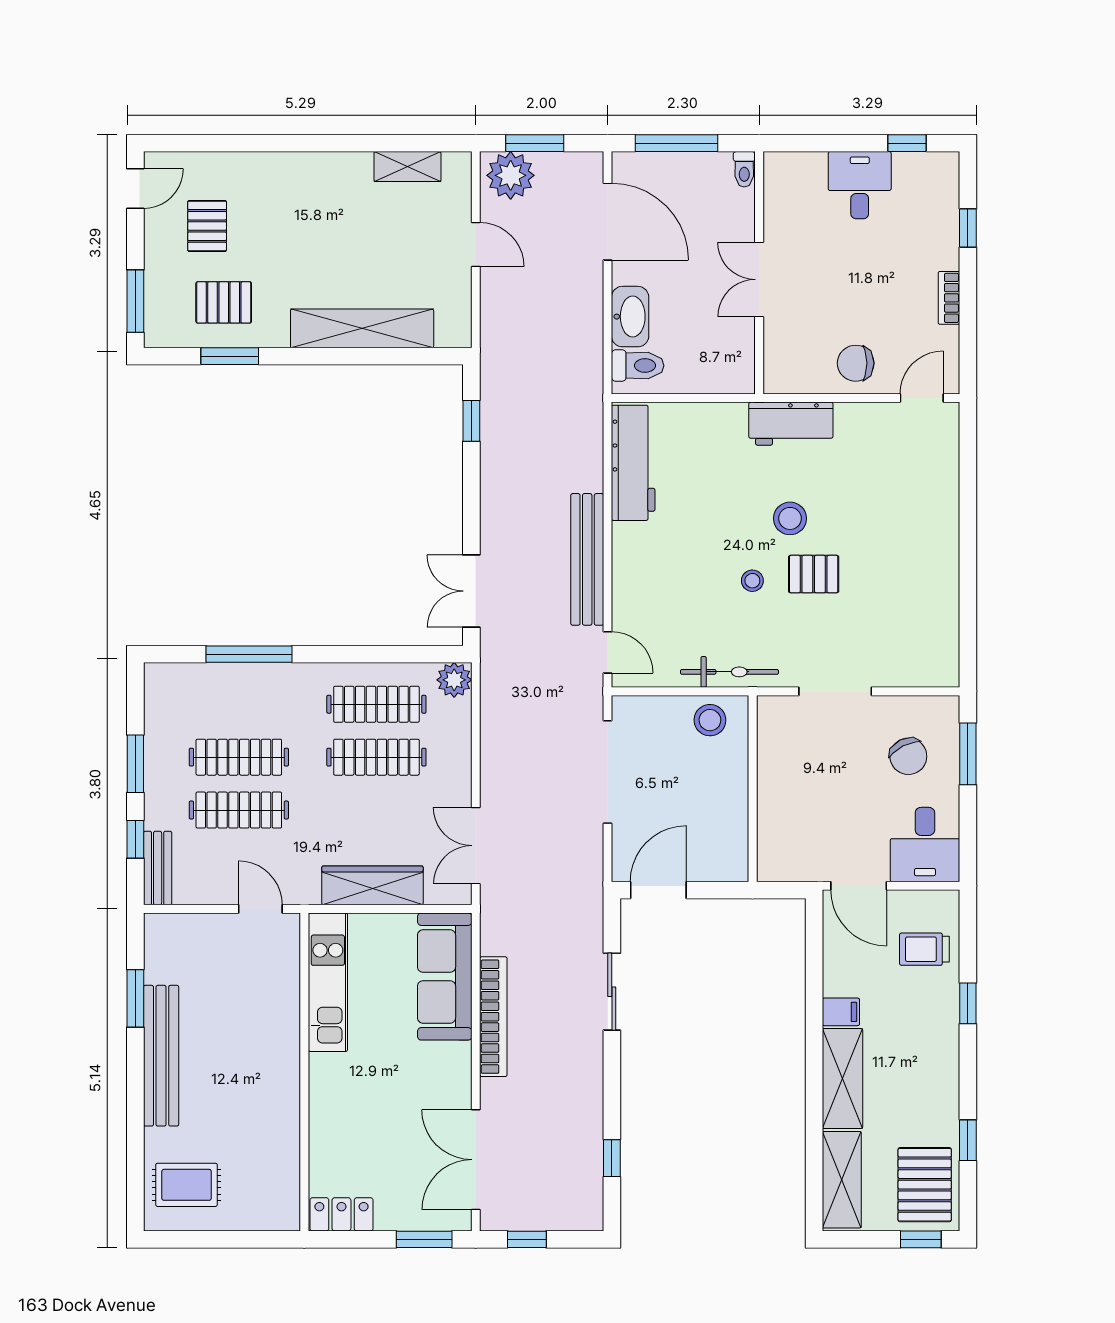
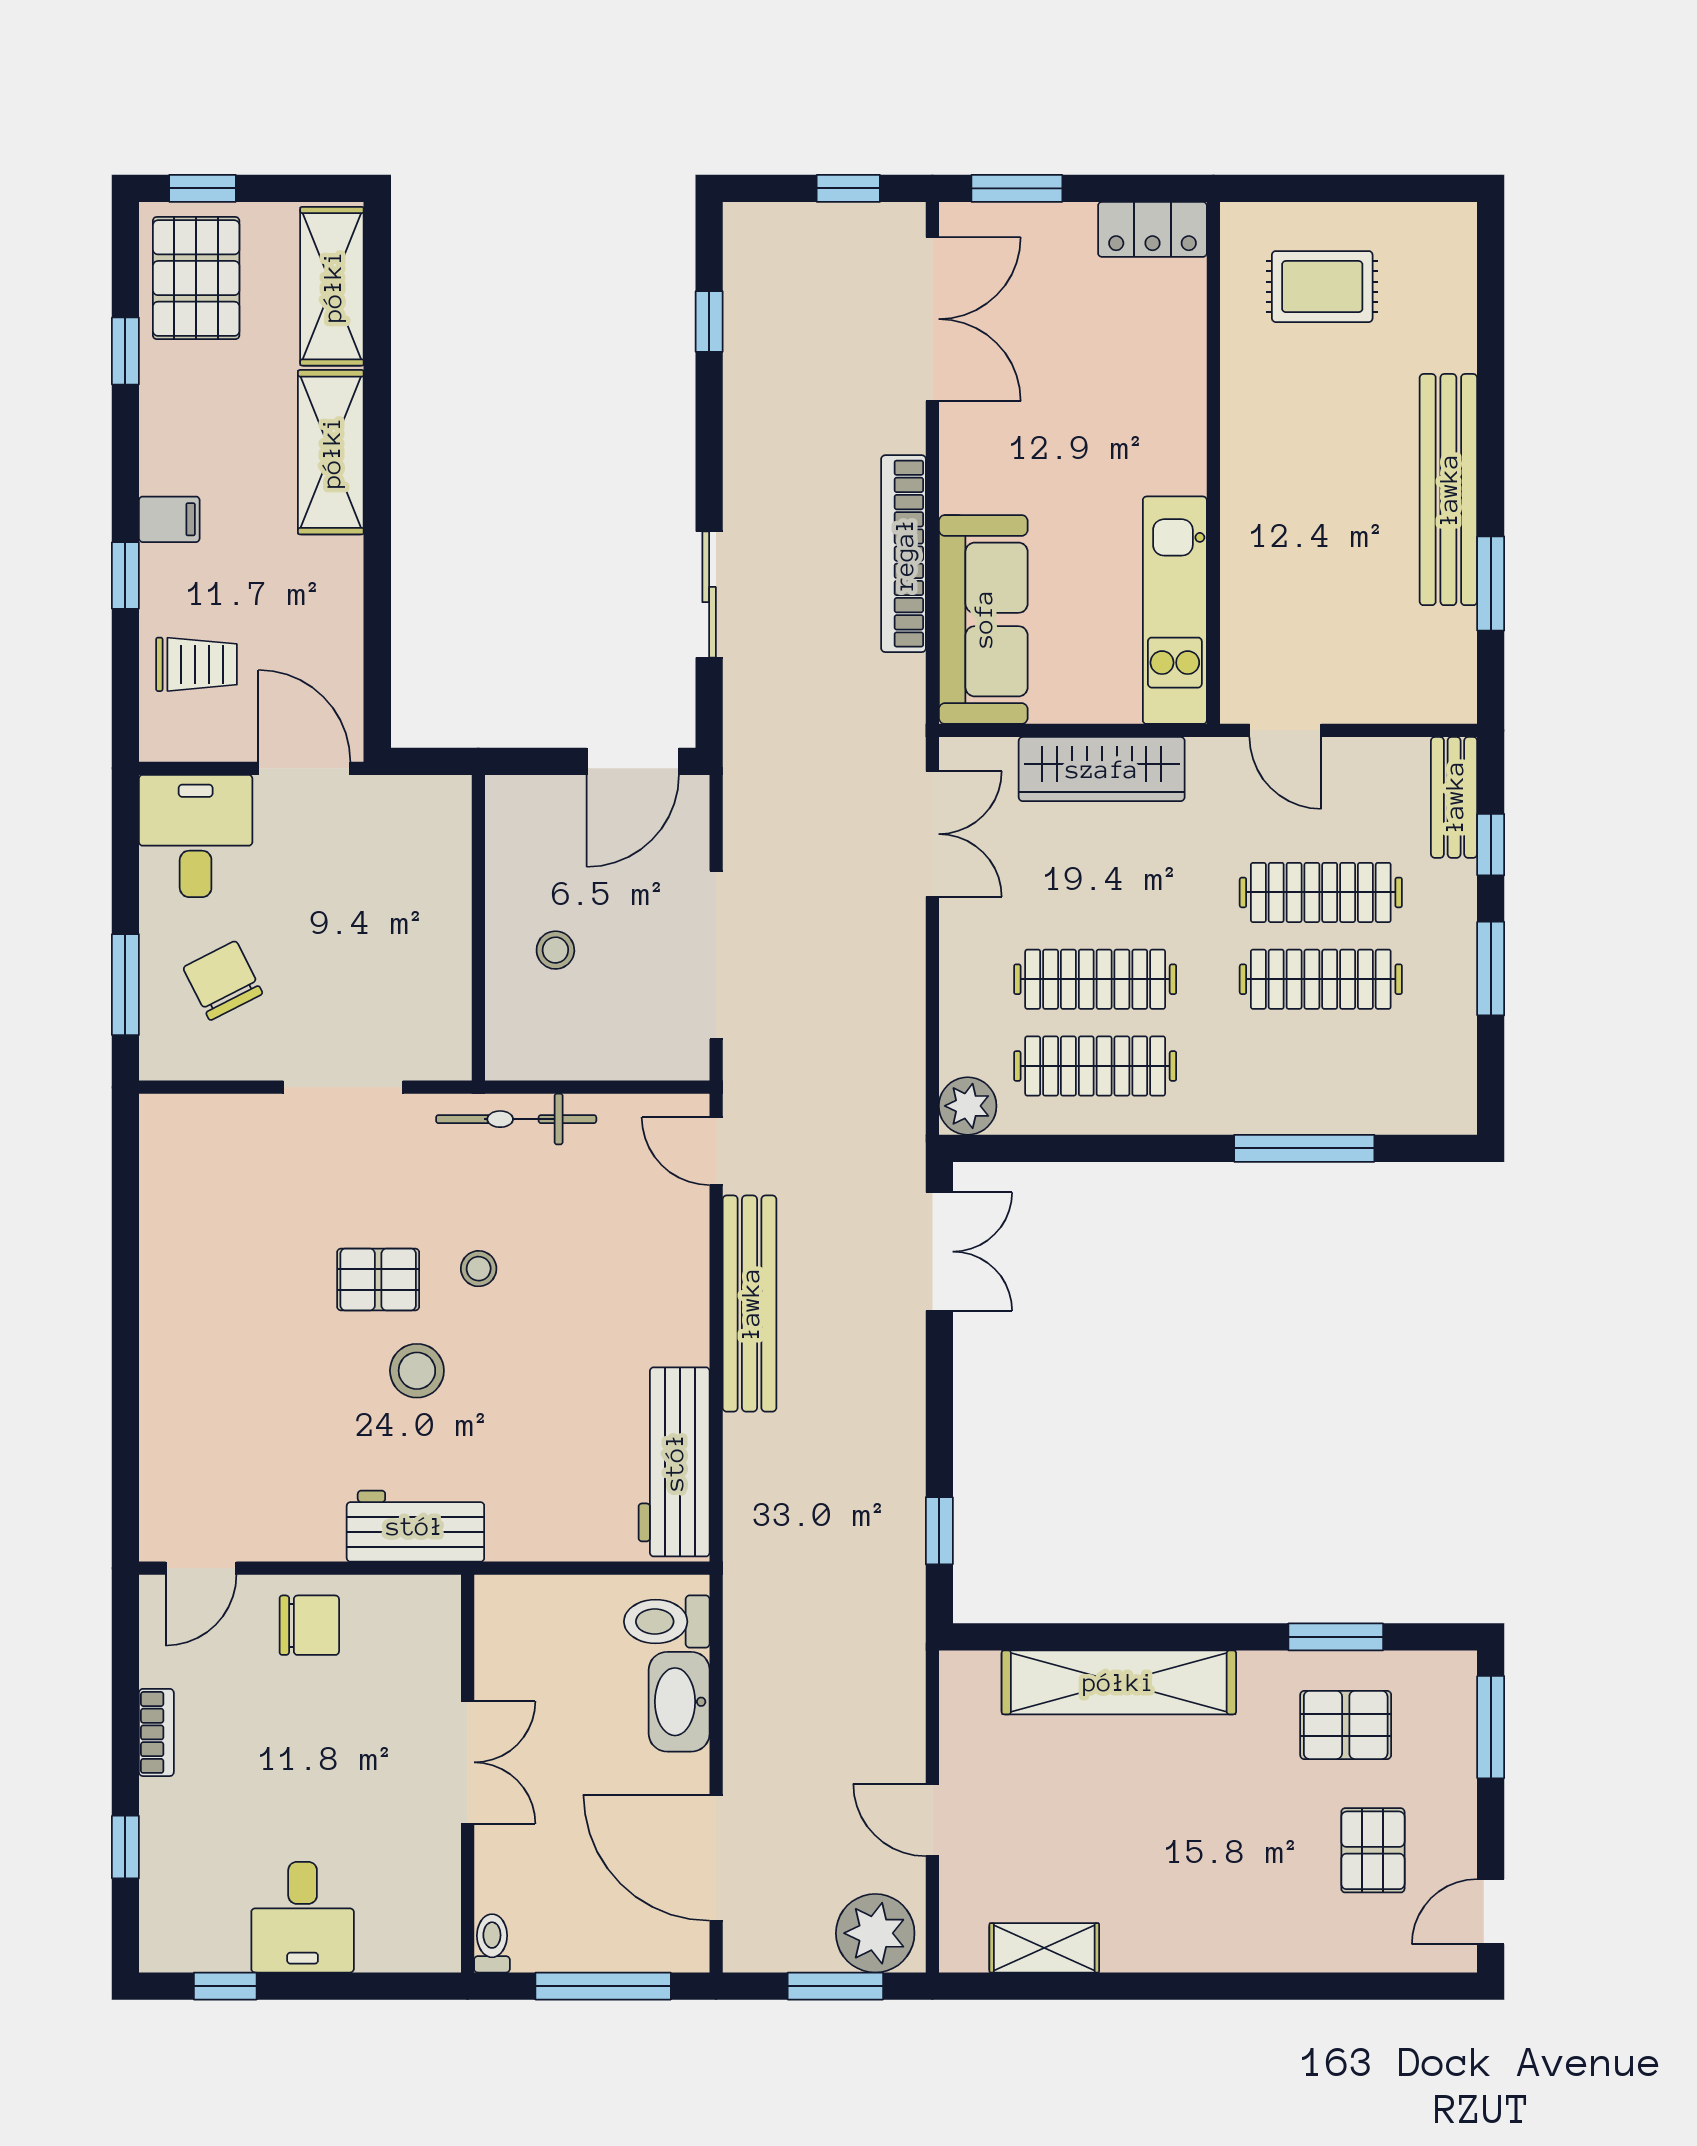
stool: (710, 720) -> (555, 950), moved, width x0.73, depth x0.73
filing cabinet: (841, 1012) -> (169, 519), moved, turned 180
rug: (187, 1185) -> (1322, 287), moved

